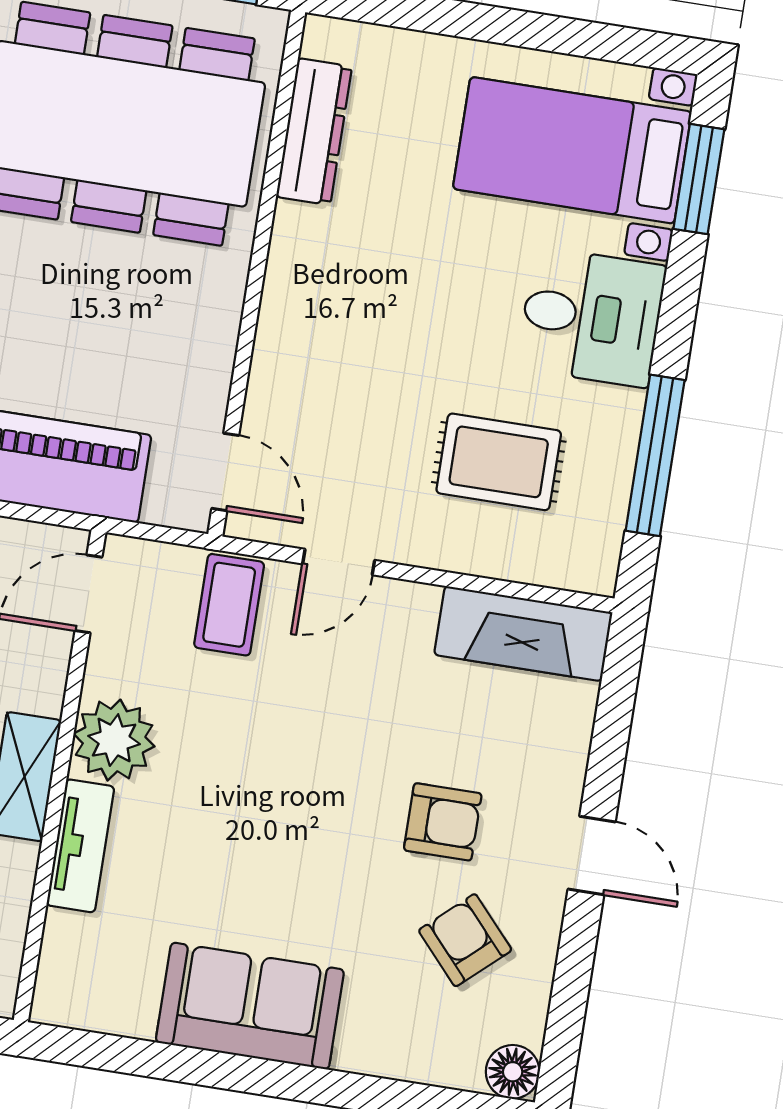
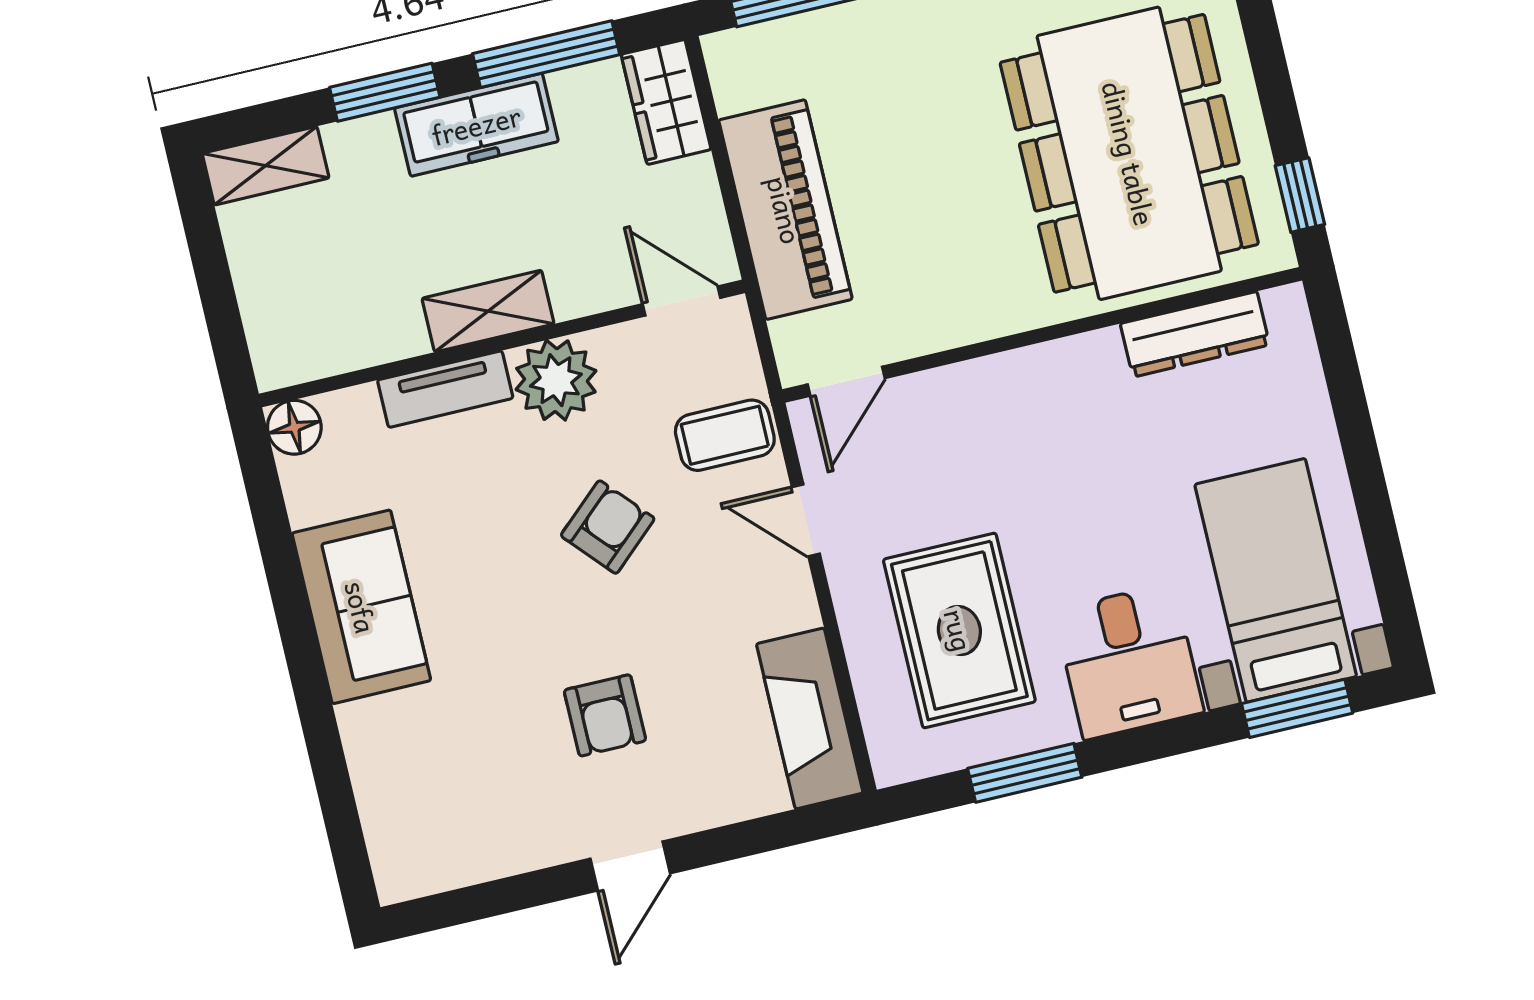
window: (655, 455) -> (1025, 773), width x0.69
rug: (499, 462) -> (959, 630), width x1.36, depth x1.43
armchair: (465, 940) -> (608, 527), moved
floor lamp: (513, 1072) -> (294, 427), moved

